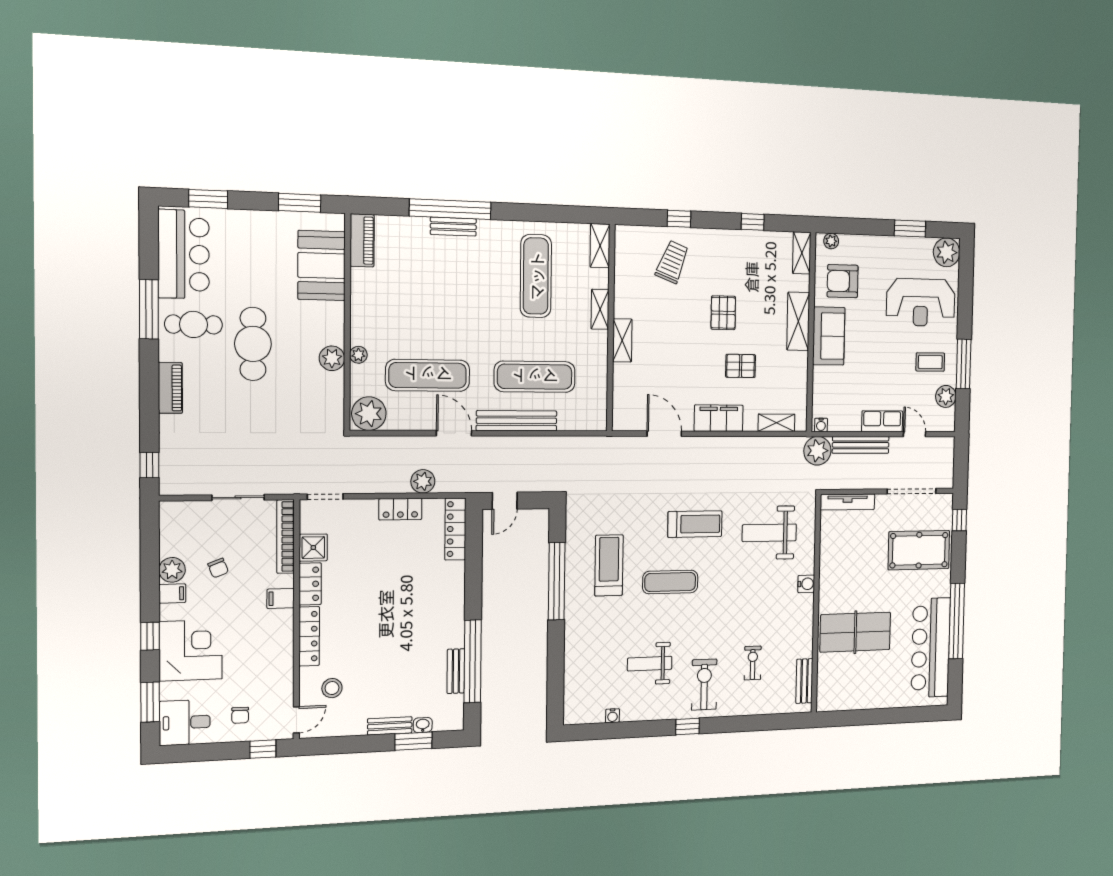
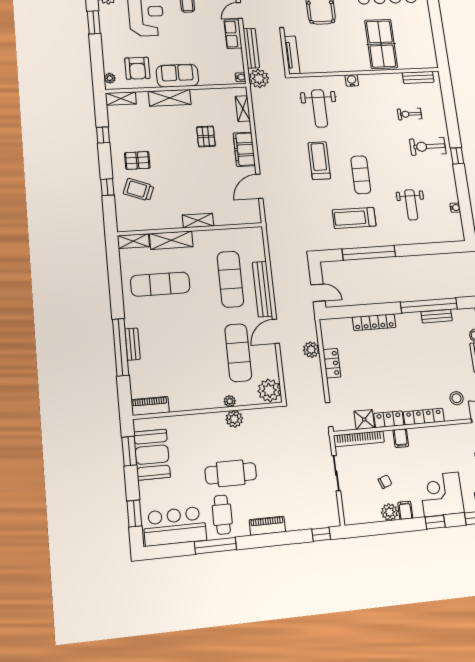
booth: (322, 266) -> (152, 455), moved, turned 90
shelving: (600, 309) -> (171, 240), width x1.50, depth x1.33
pallet: (723, 313) -> (137, 160), moved
locker: (455, 529) -> (374, 322), moved
weight bench: (650, 664) -> (411, 205), moved

